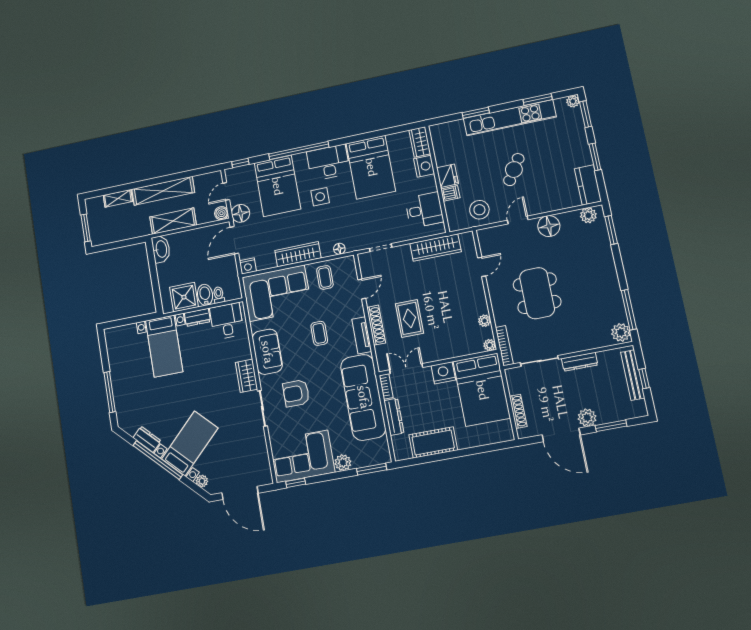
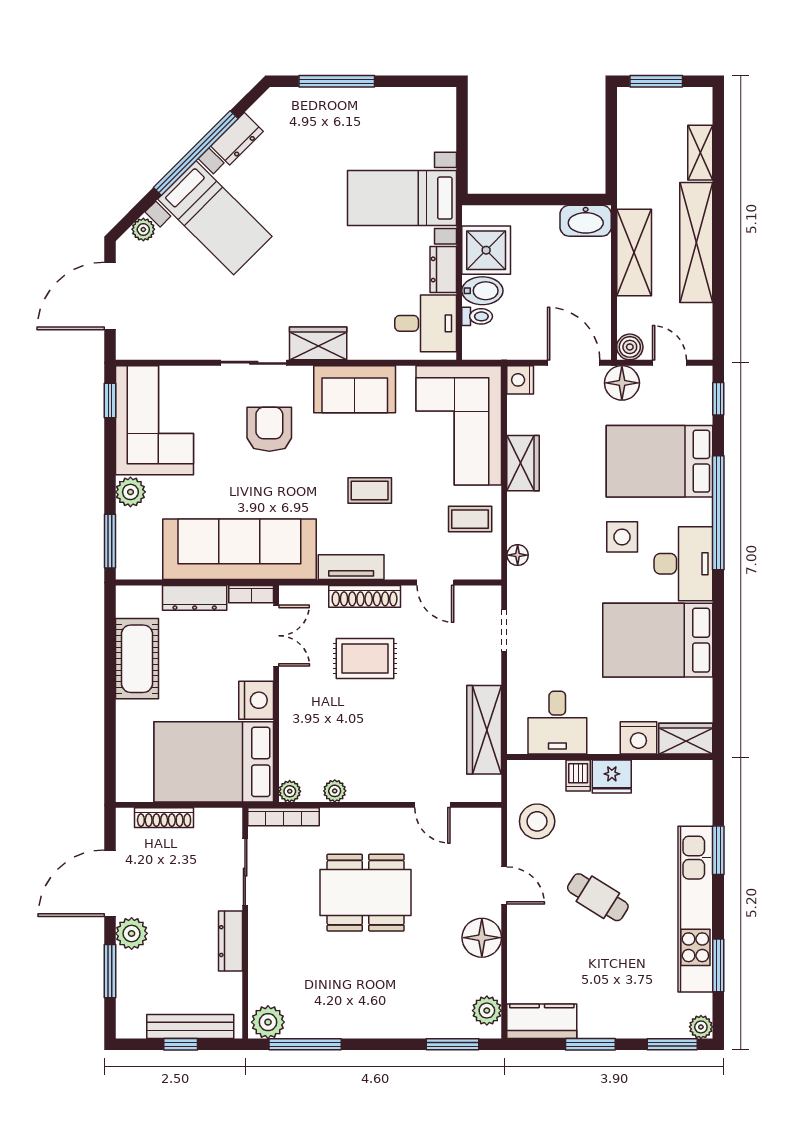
wardrobe: (298, 254) -> (523, 463), width x0.67

